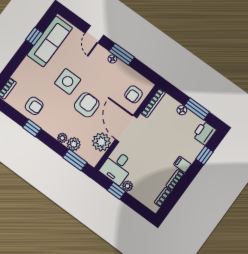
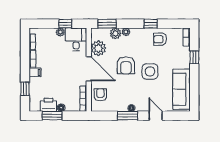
window: (34, 36) -> (194, 57), moved
printer: (204, 133) -> (48, 105), moved, turned -90

